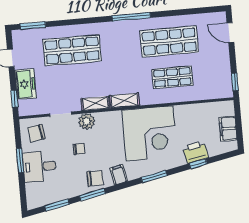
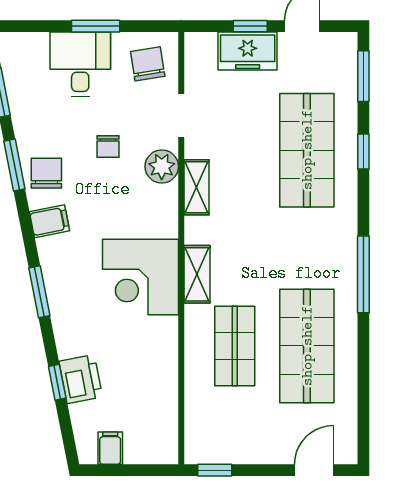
window: (70, 22) -> (363, 152), added
window: (14, 99) -> (250, 26), moved
shelving: (124, 100) -> (197, 274), moved
filing cabinet: (228, 129) -> (110, 448), width x0.50
corner desk: (150, 133) -> (140, 277), width x0.74, depth x0.74
chair: (95, 178) -> (46, 173), turned 180

